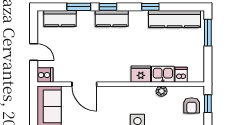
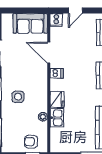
dishwasher: (181, 75) -> (57, 73), moved
door: (84, 84) -> (49, 53), hinge flipped

